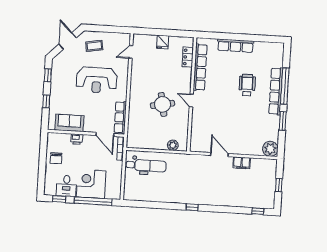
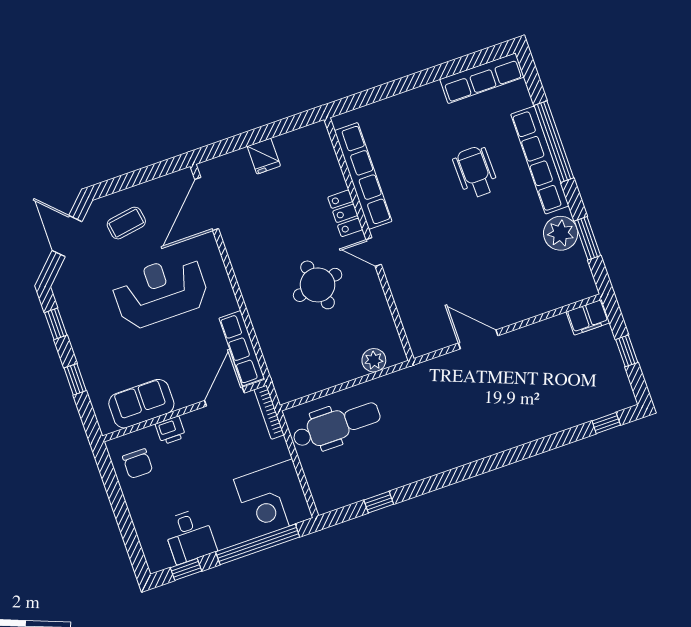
row of seats: (235, 46) -> (482, 78), moved
door: (131, 52) -> (207, 204), width x1.88
locker: (188, 57) -> (345, 213), moved
reception desk: (97, 80) -> (160, 291), turned 180
window: (283, 121) -> (588, 238), moved
door: (105, 134) -> (224, 397), swing flipped
plant: (270, 149) -> (561, 233), moved
chair: (56, 158) -> (138, 464), moved
filing cabinet: (242, 163) -> (588, 317), moved
corner desk: (91, 184) -> (273, 499), moved, turned -90
window: (192, 207) -> (379, 502), moved

